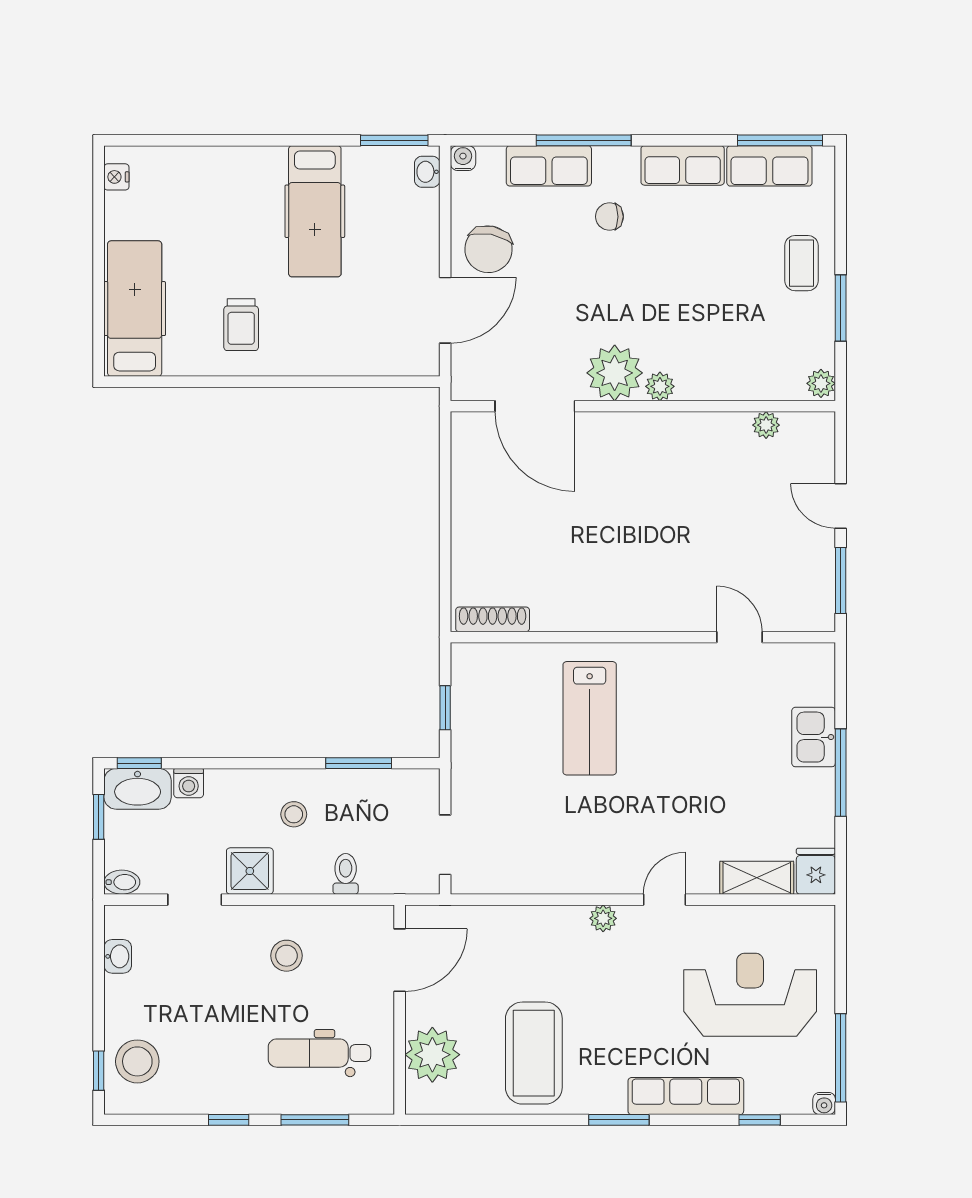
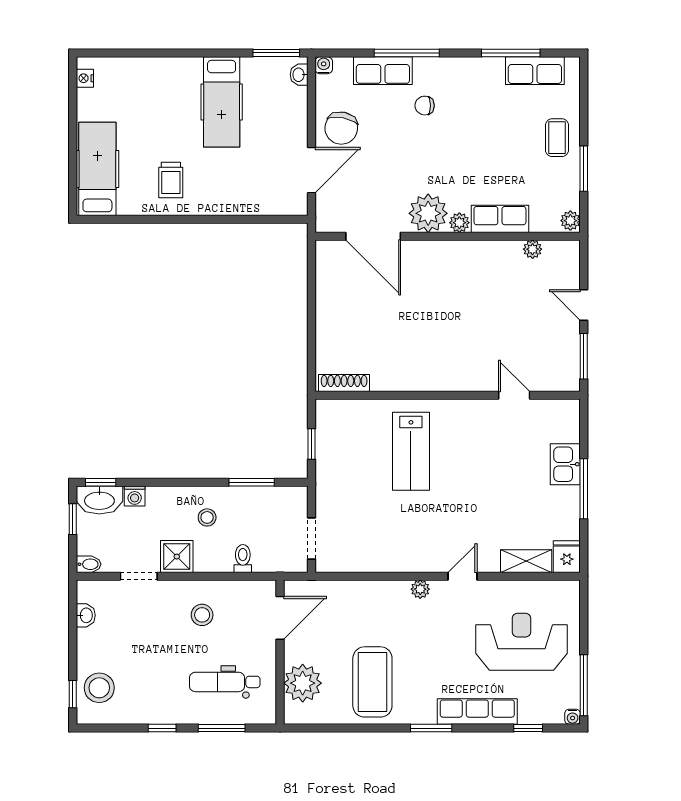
window: (780, 140) -> (511, 53), moved
row of seats: (683, 165) -> (500, 219), moved, turned 180

